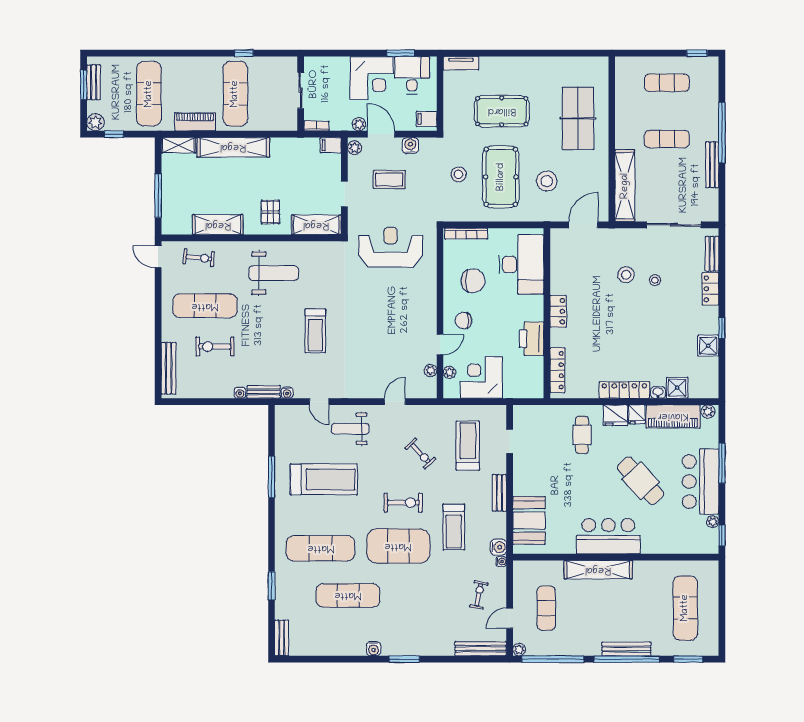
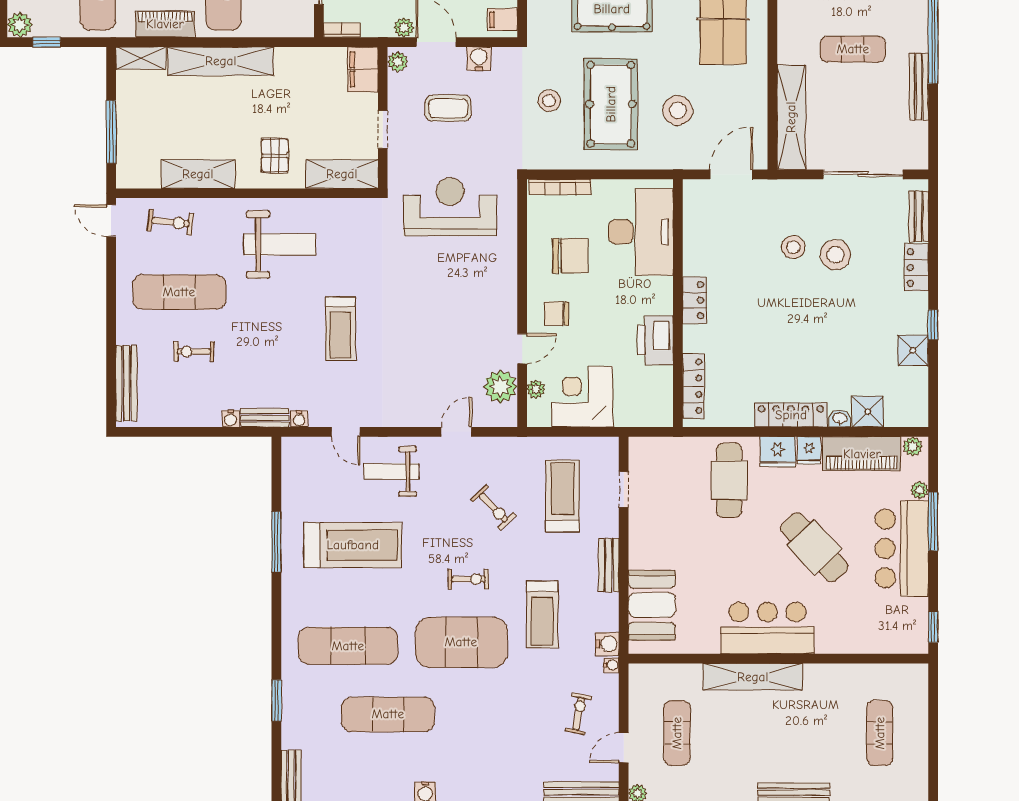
filing cabinet: (331, 145) -> (363, 69), width x2.00
stool: (655, 280) -> (835, 255), width x1.89, depth x1.89
exercise bike: (215, 347) -> (194, 352), width x0.73, depth x0.72
plant: (431, 370) -> (500, 387), width x1.88, depth x1.88
cafe table: (582, 435) -> (729, 480), width x1.37, depth x1.35
exercise bike: (403, 503) -> (468, 579), width x0.73, depth x0.72
plant: (713, 522) -> (920, 490), moved
exercise mat: (685, 608) -> (880, 733), width x0.73, depth x0.69

